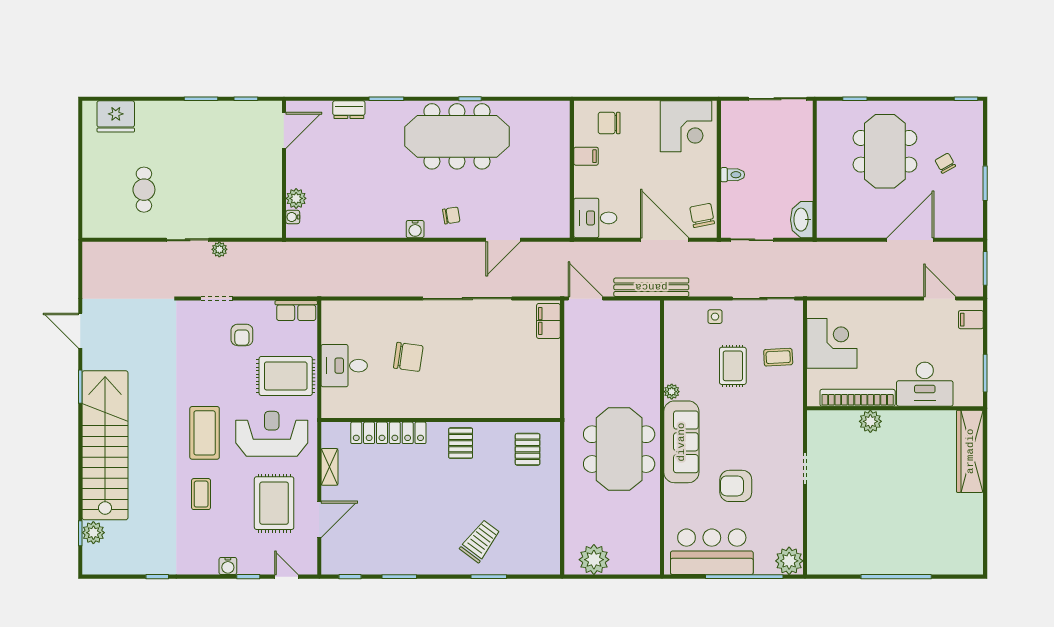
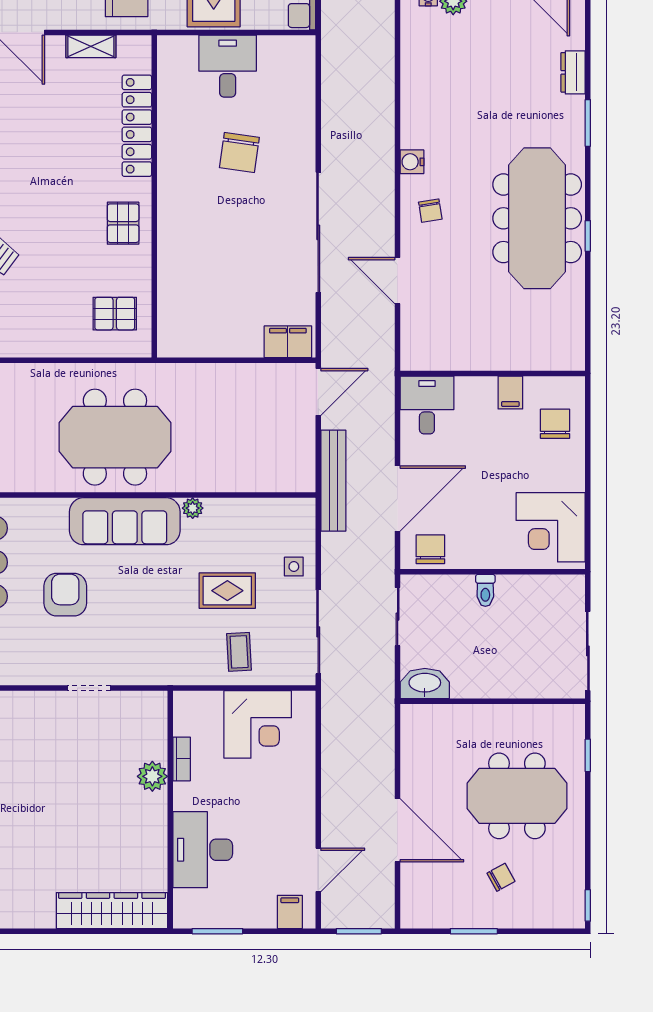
chair: (702, 215) -> (430, 549), turned -79
bookcase: (858, 398) -> (182, 759), width x0.43, depth x0.76
pallet: (461, 443) -> (123, 223), turned 90

